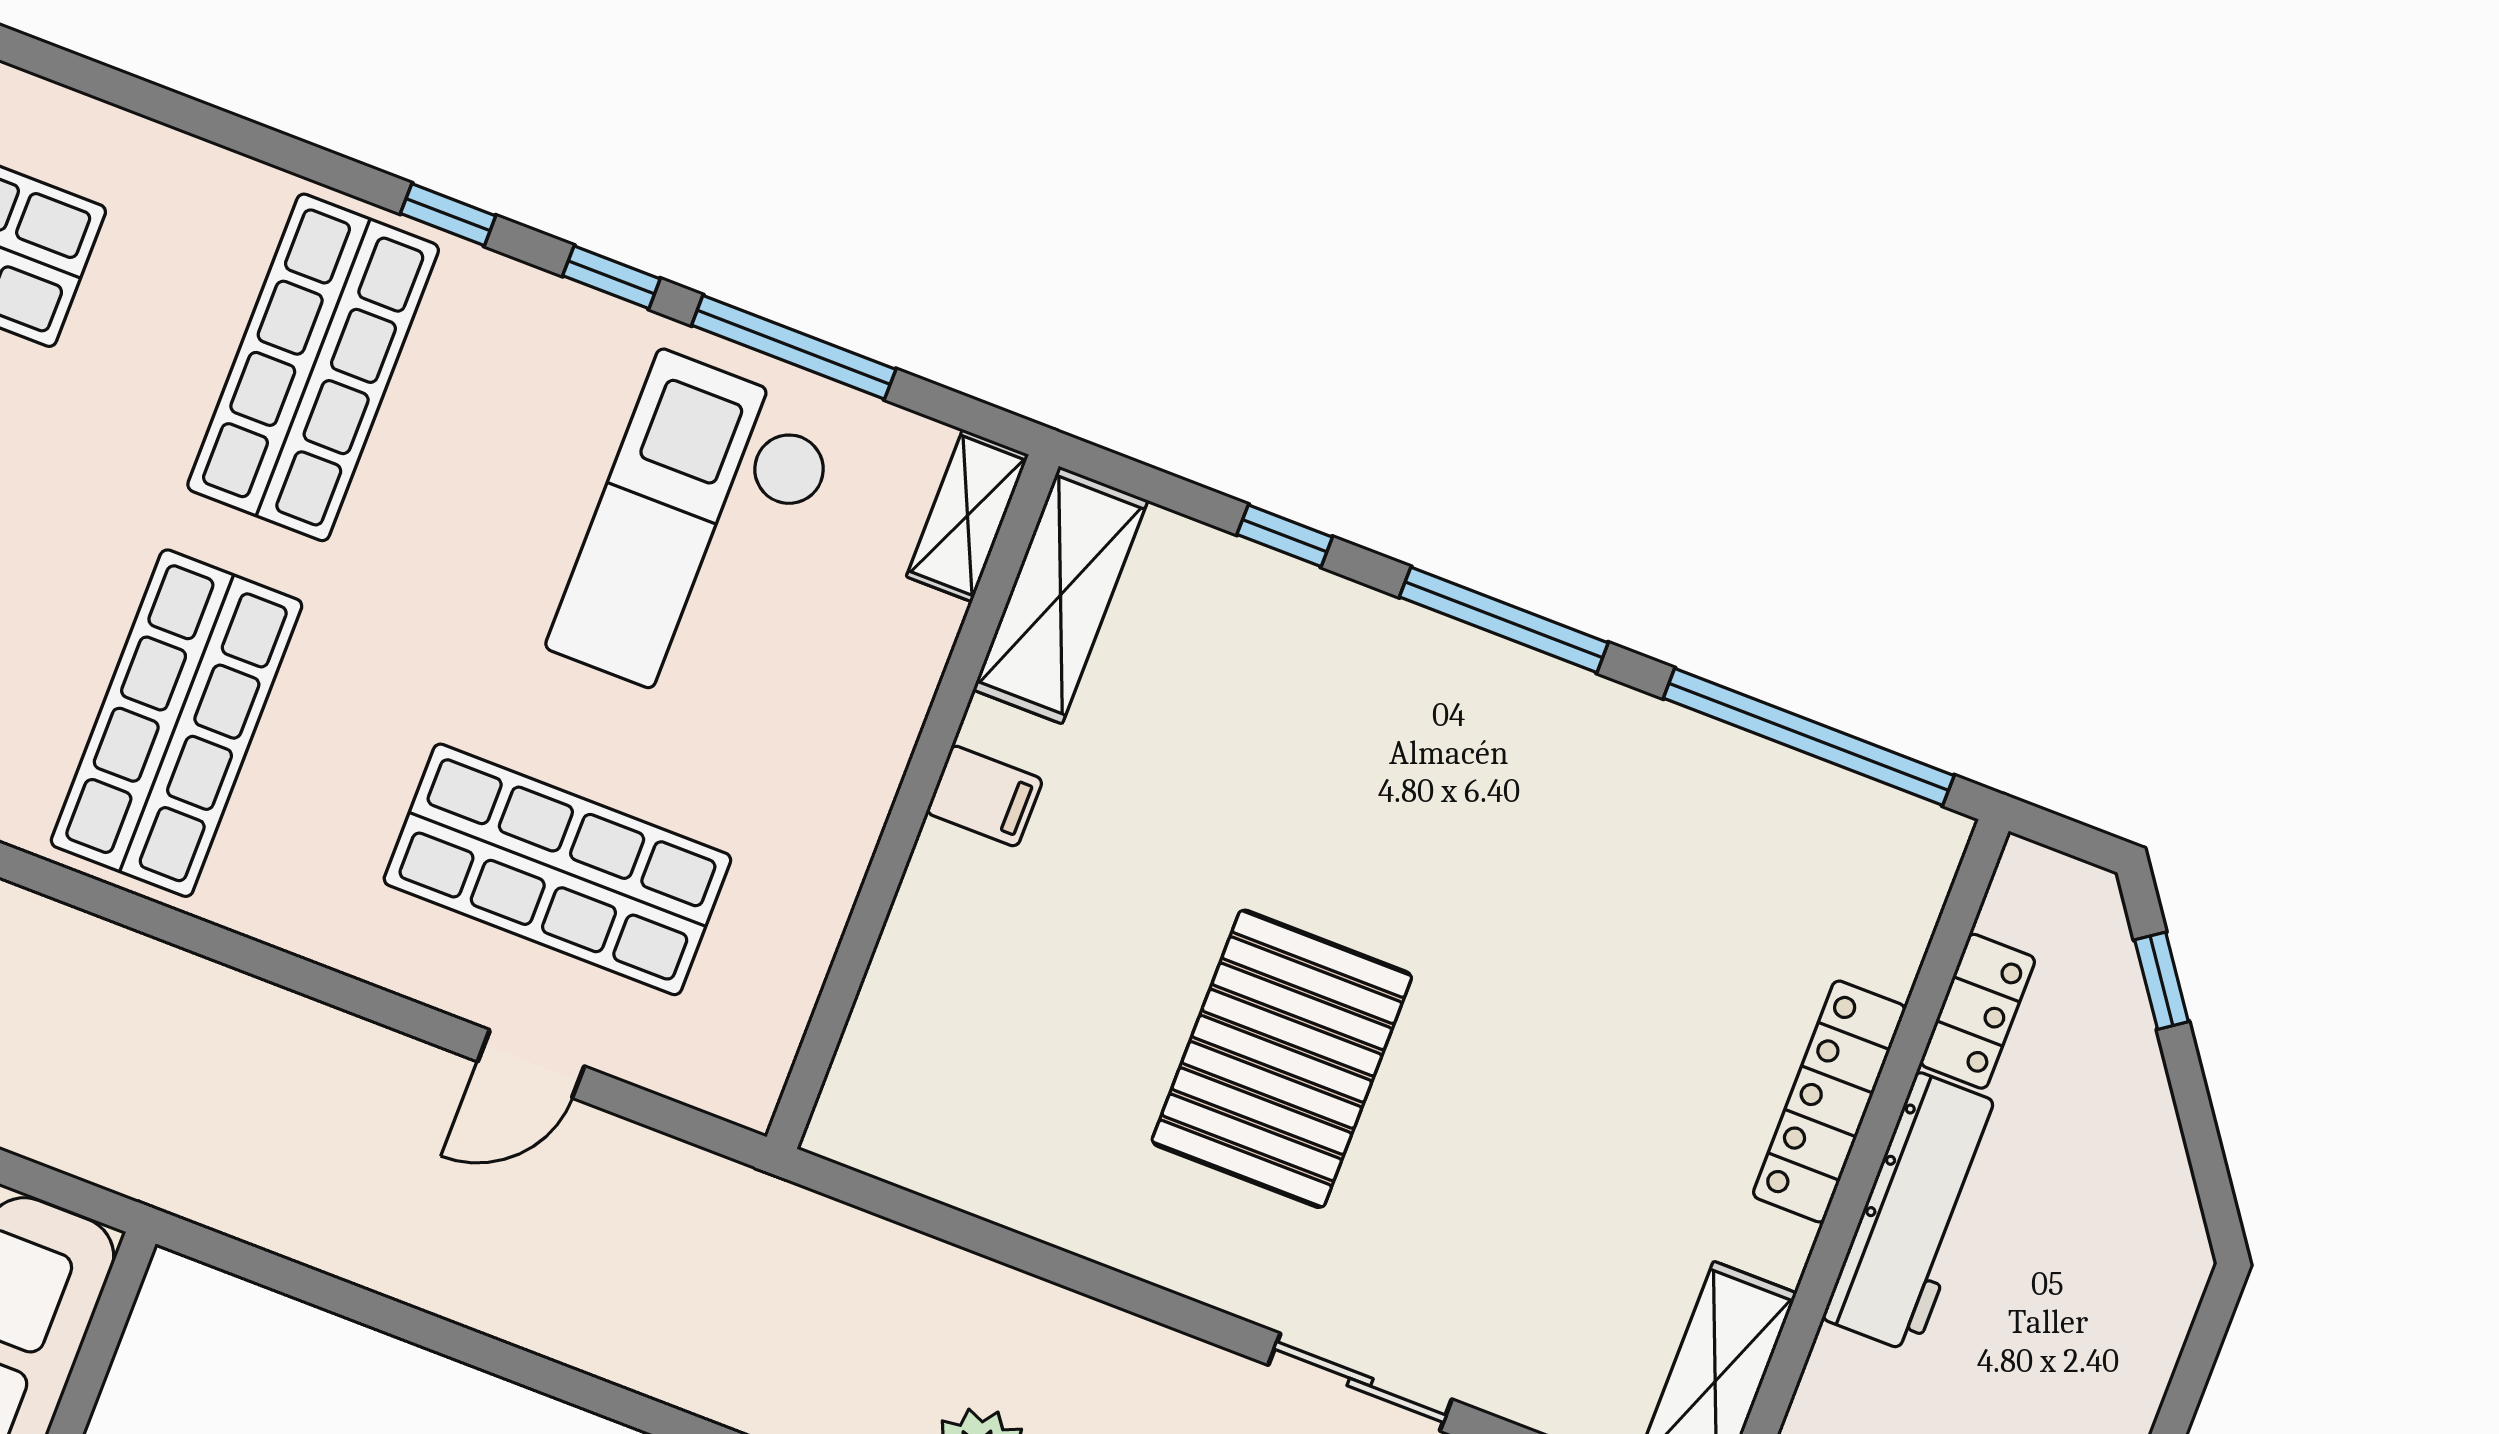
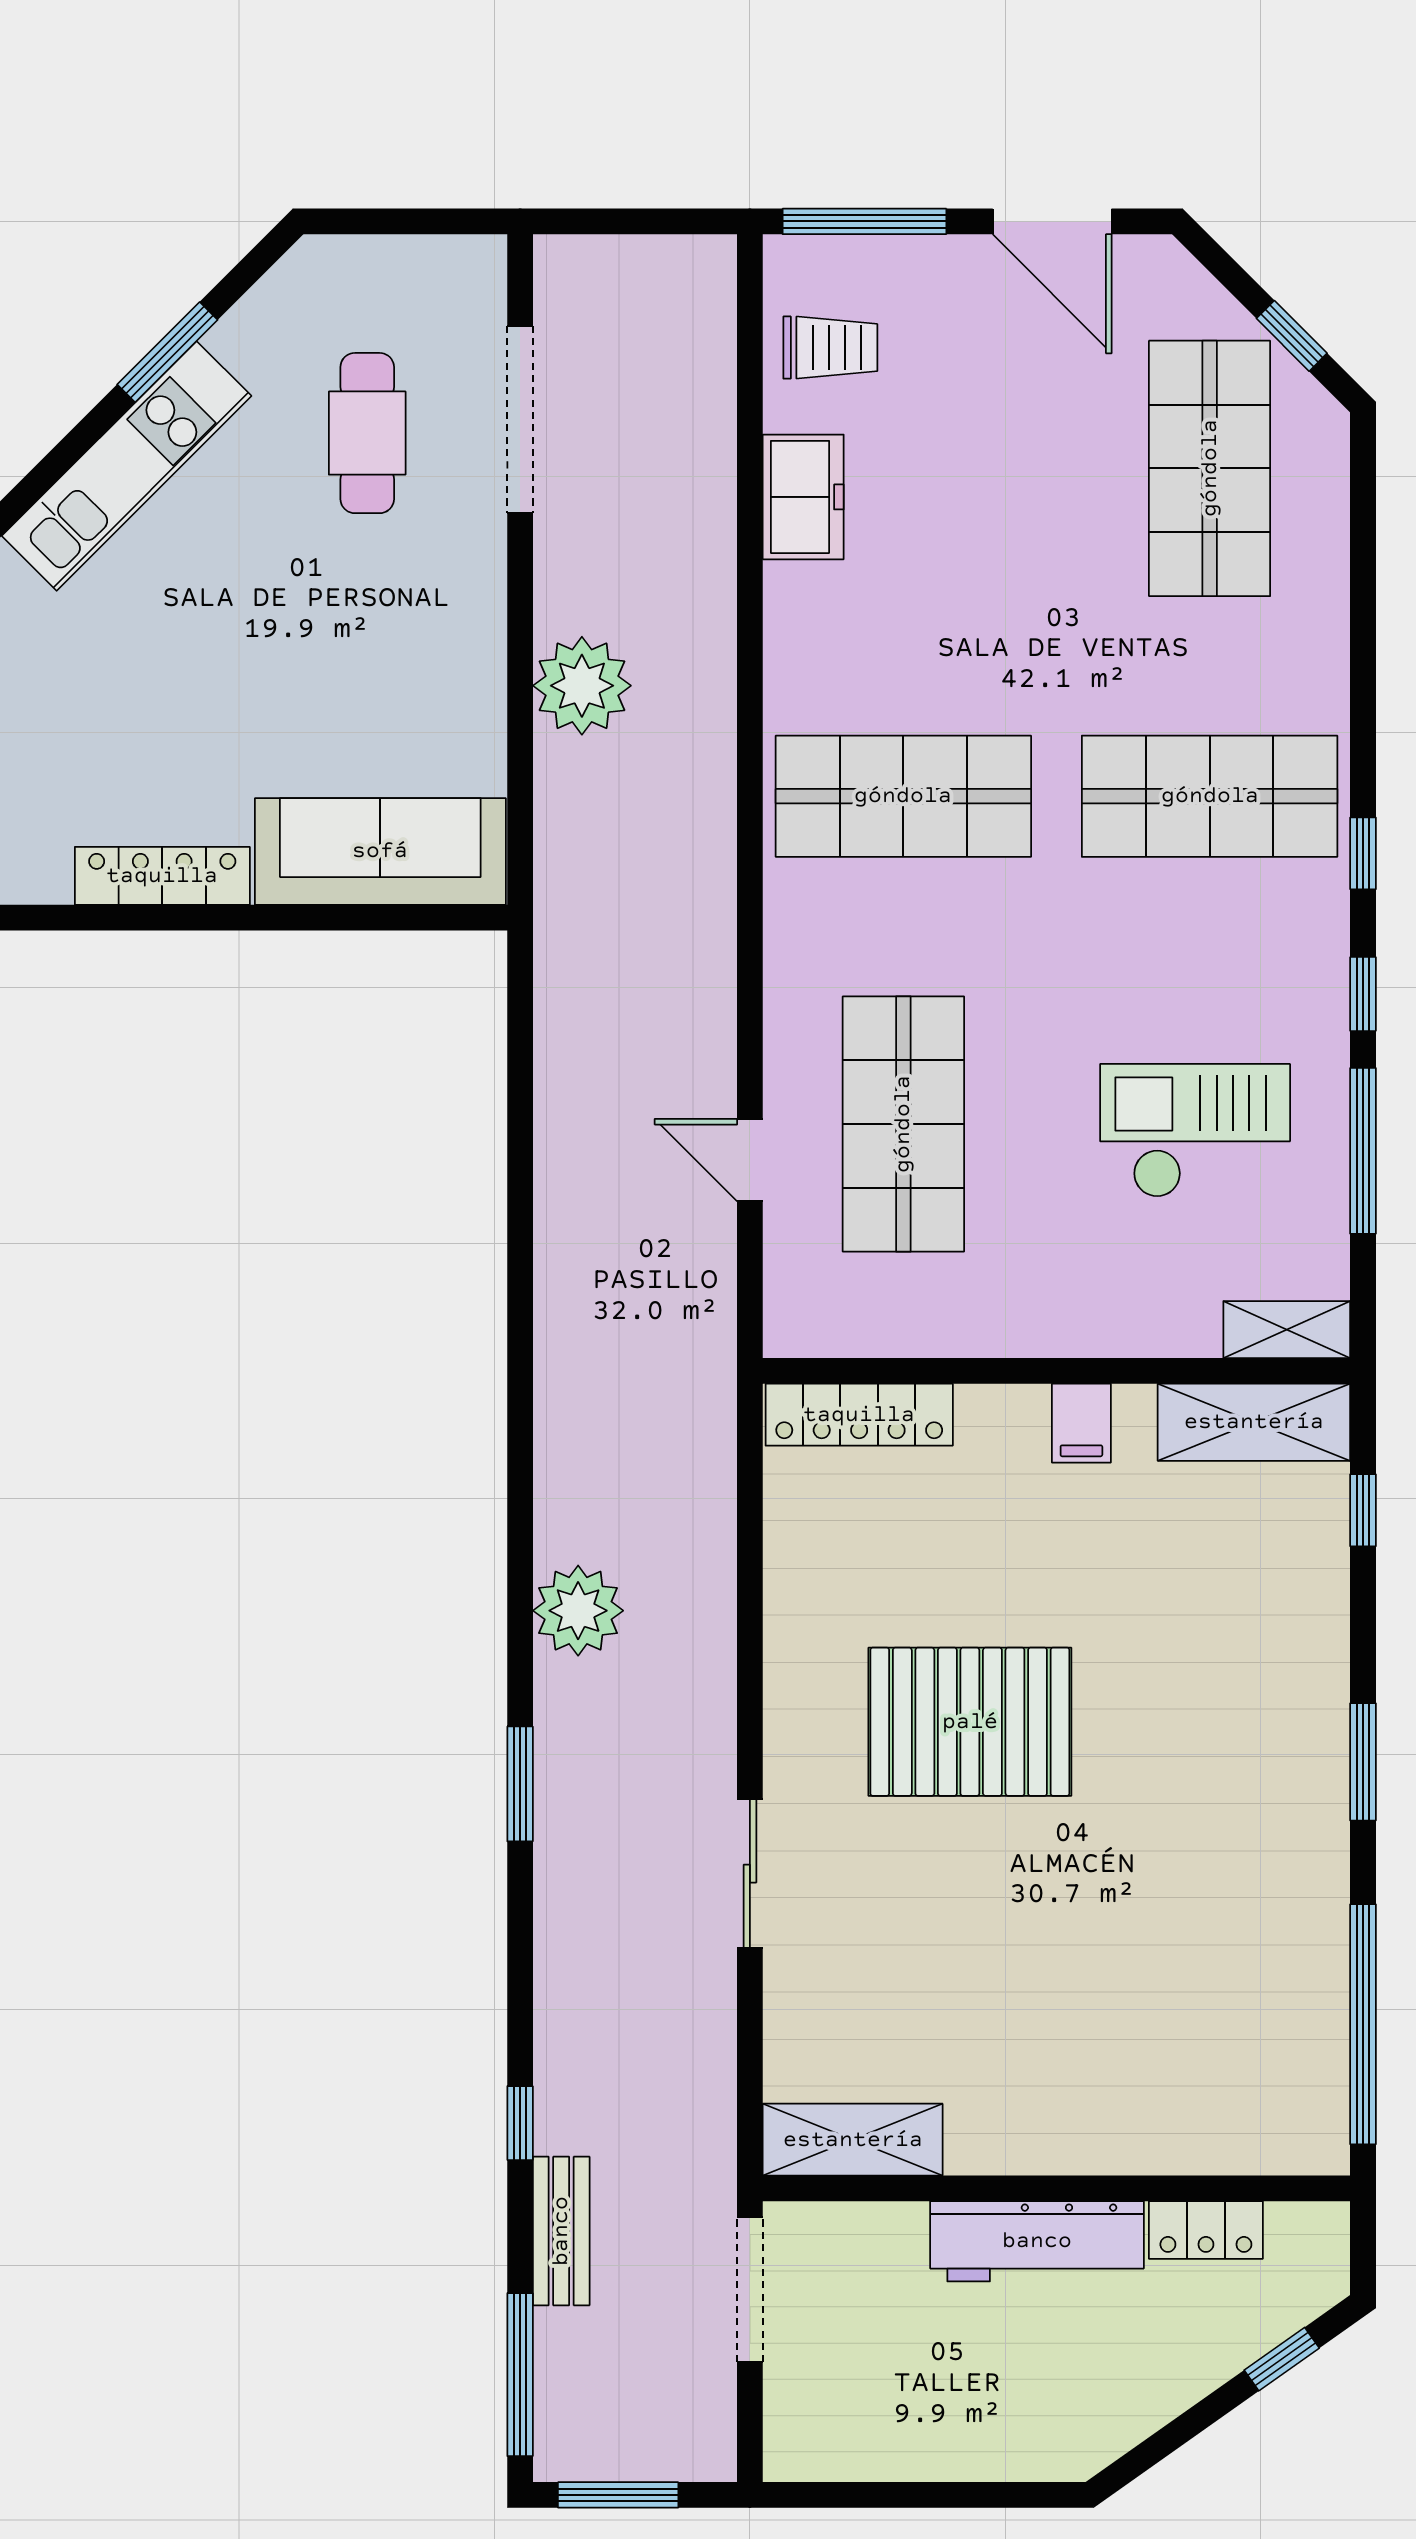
checkout: (695, 533) -> (1195, 1131), width x0.73, depth x0.83
window: (1285, 536) -> (1363, 1510), moved
window: (1504, 620) -> (1363, 1762), width x0.69
locker: (1829, 1101) -> (859, 1415), moved, turned 180

